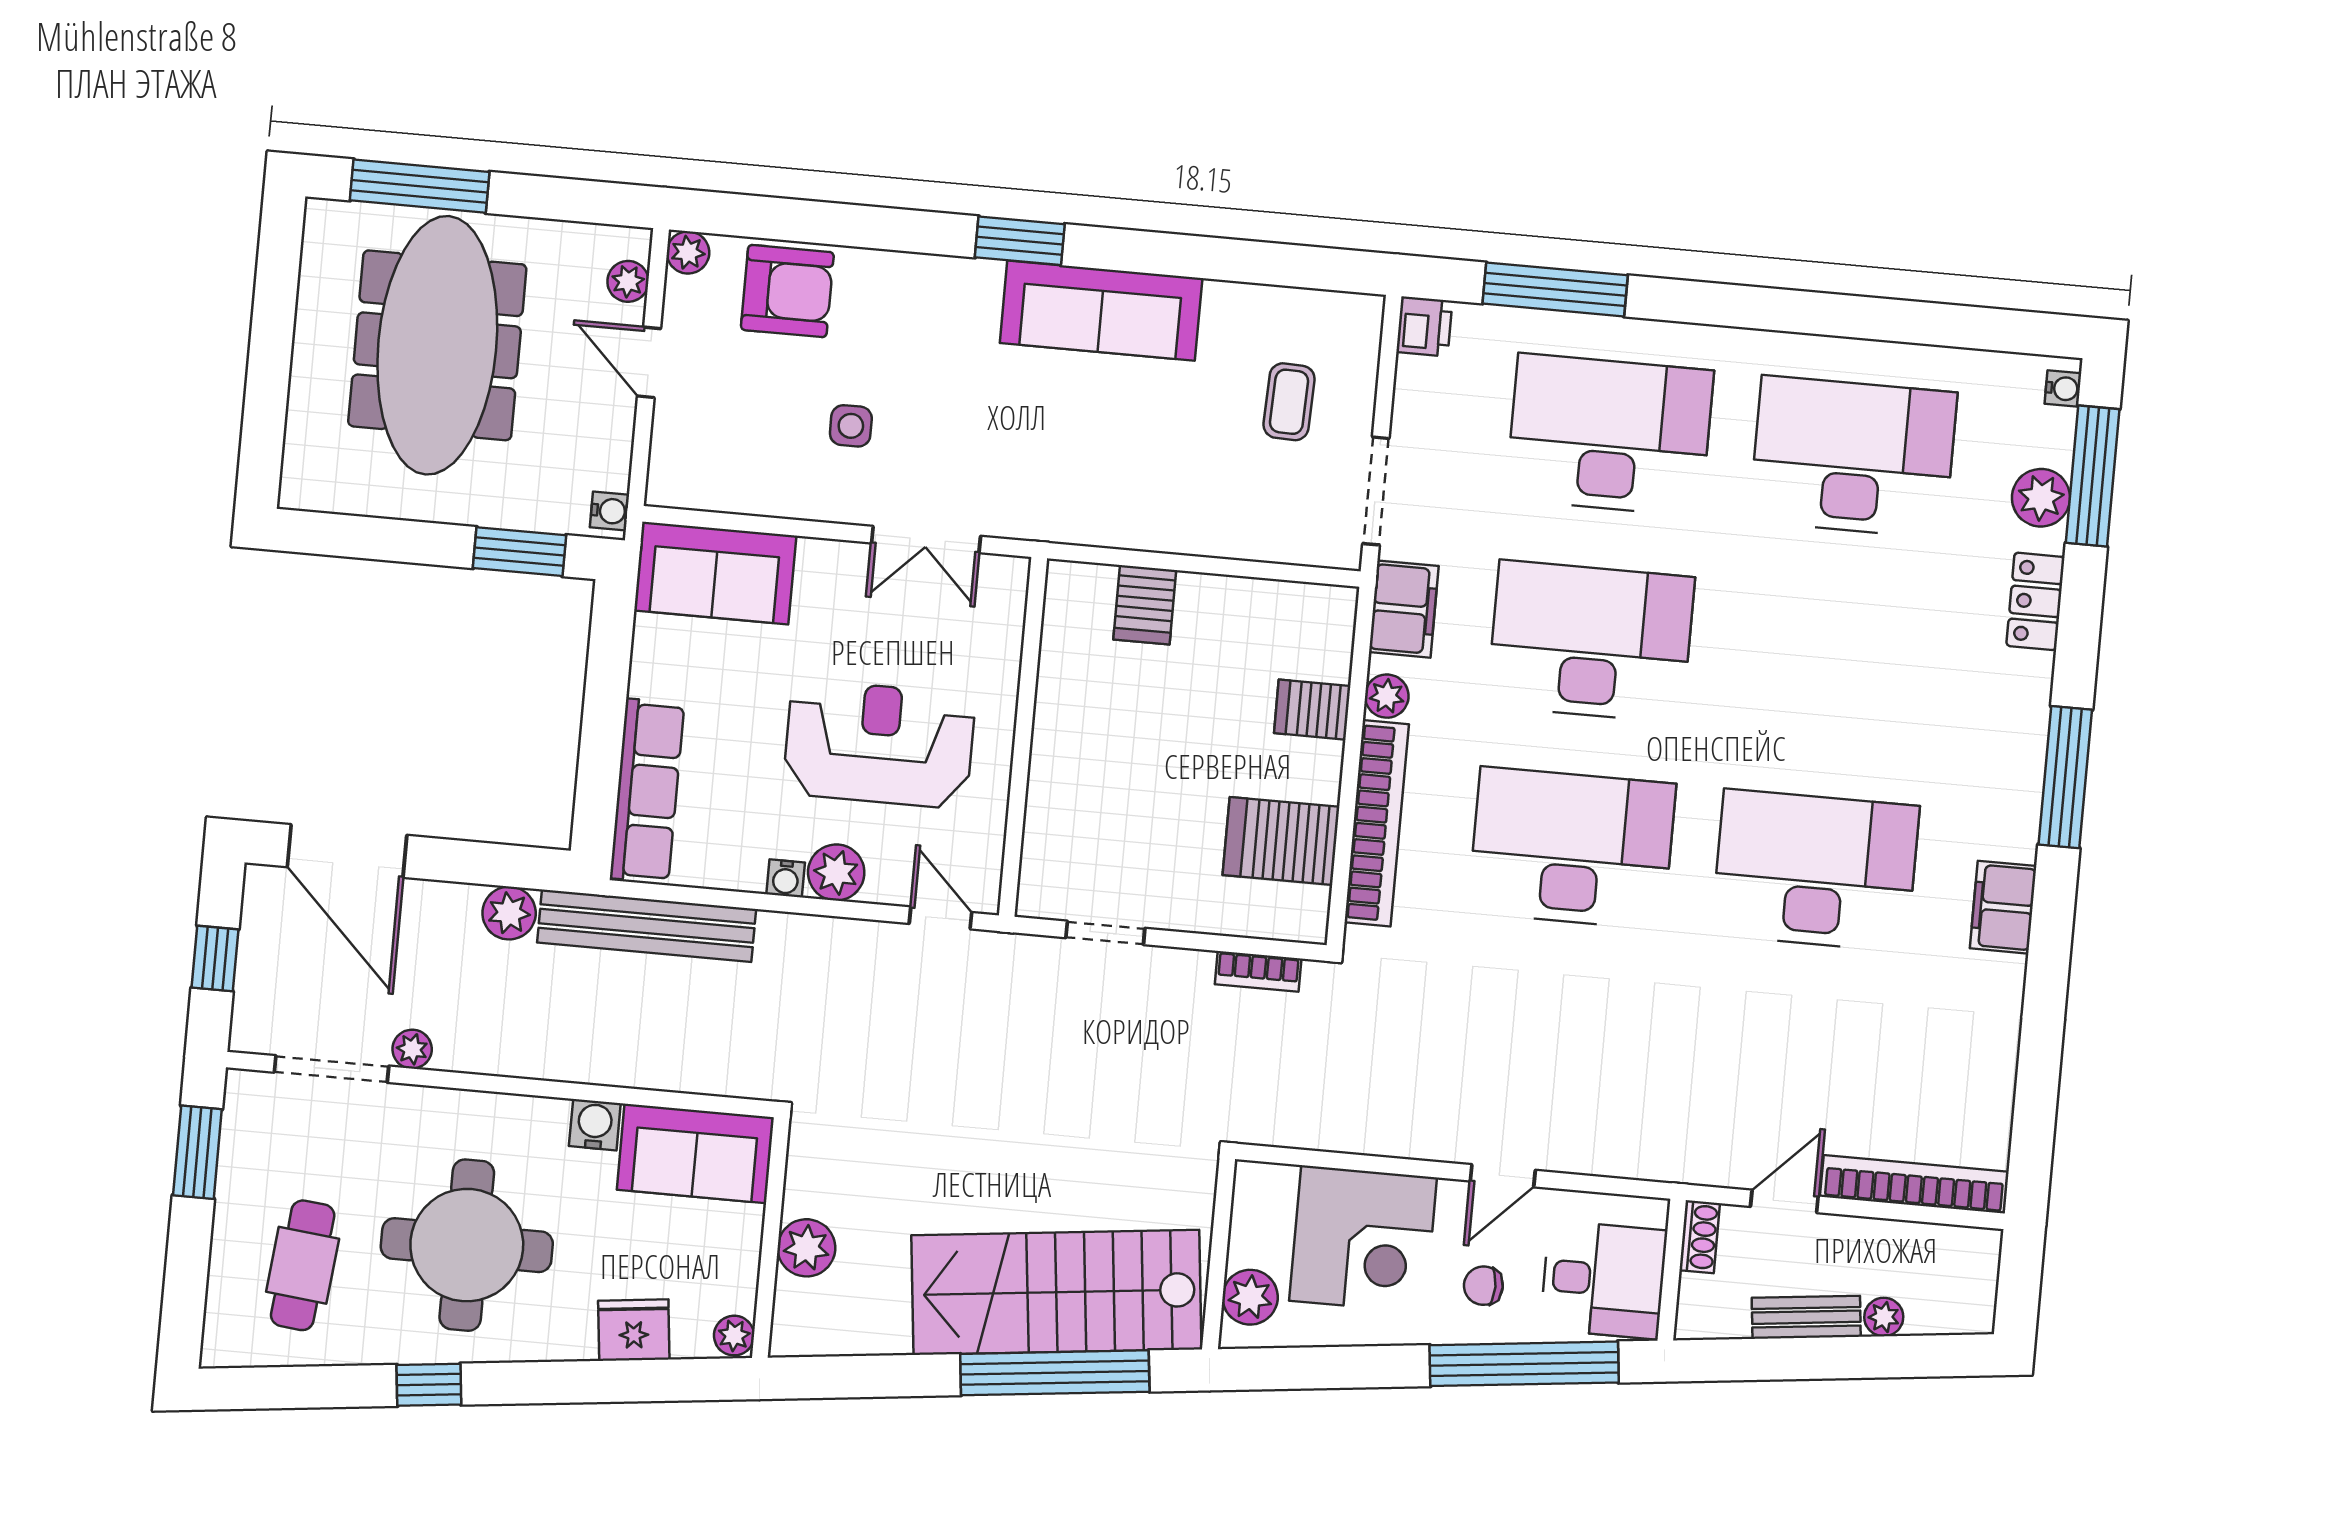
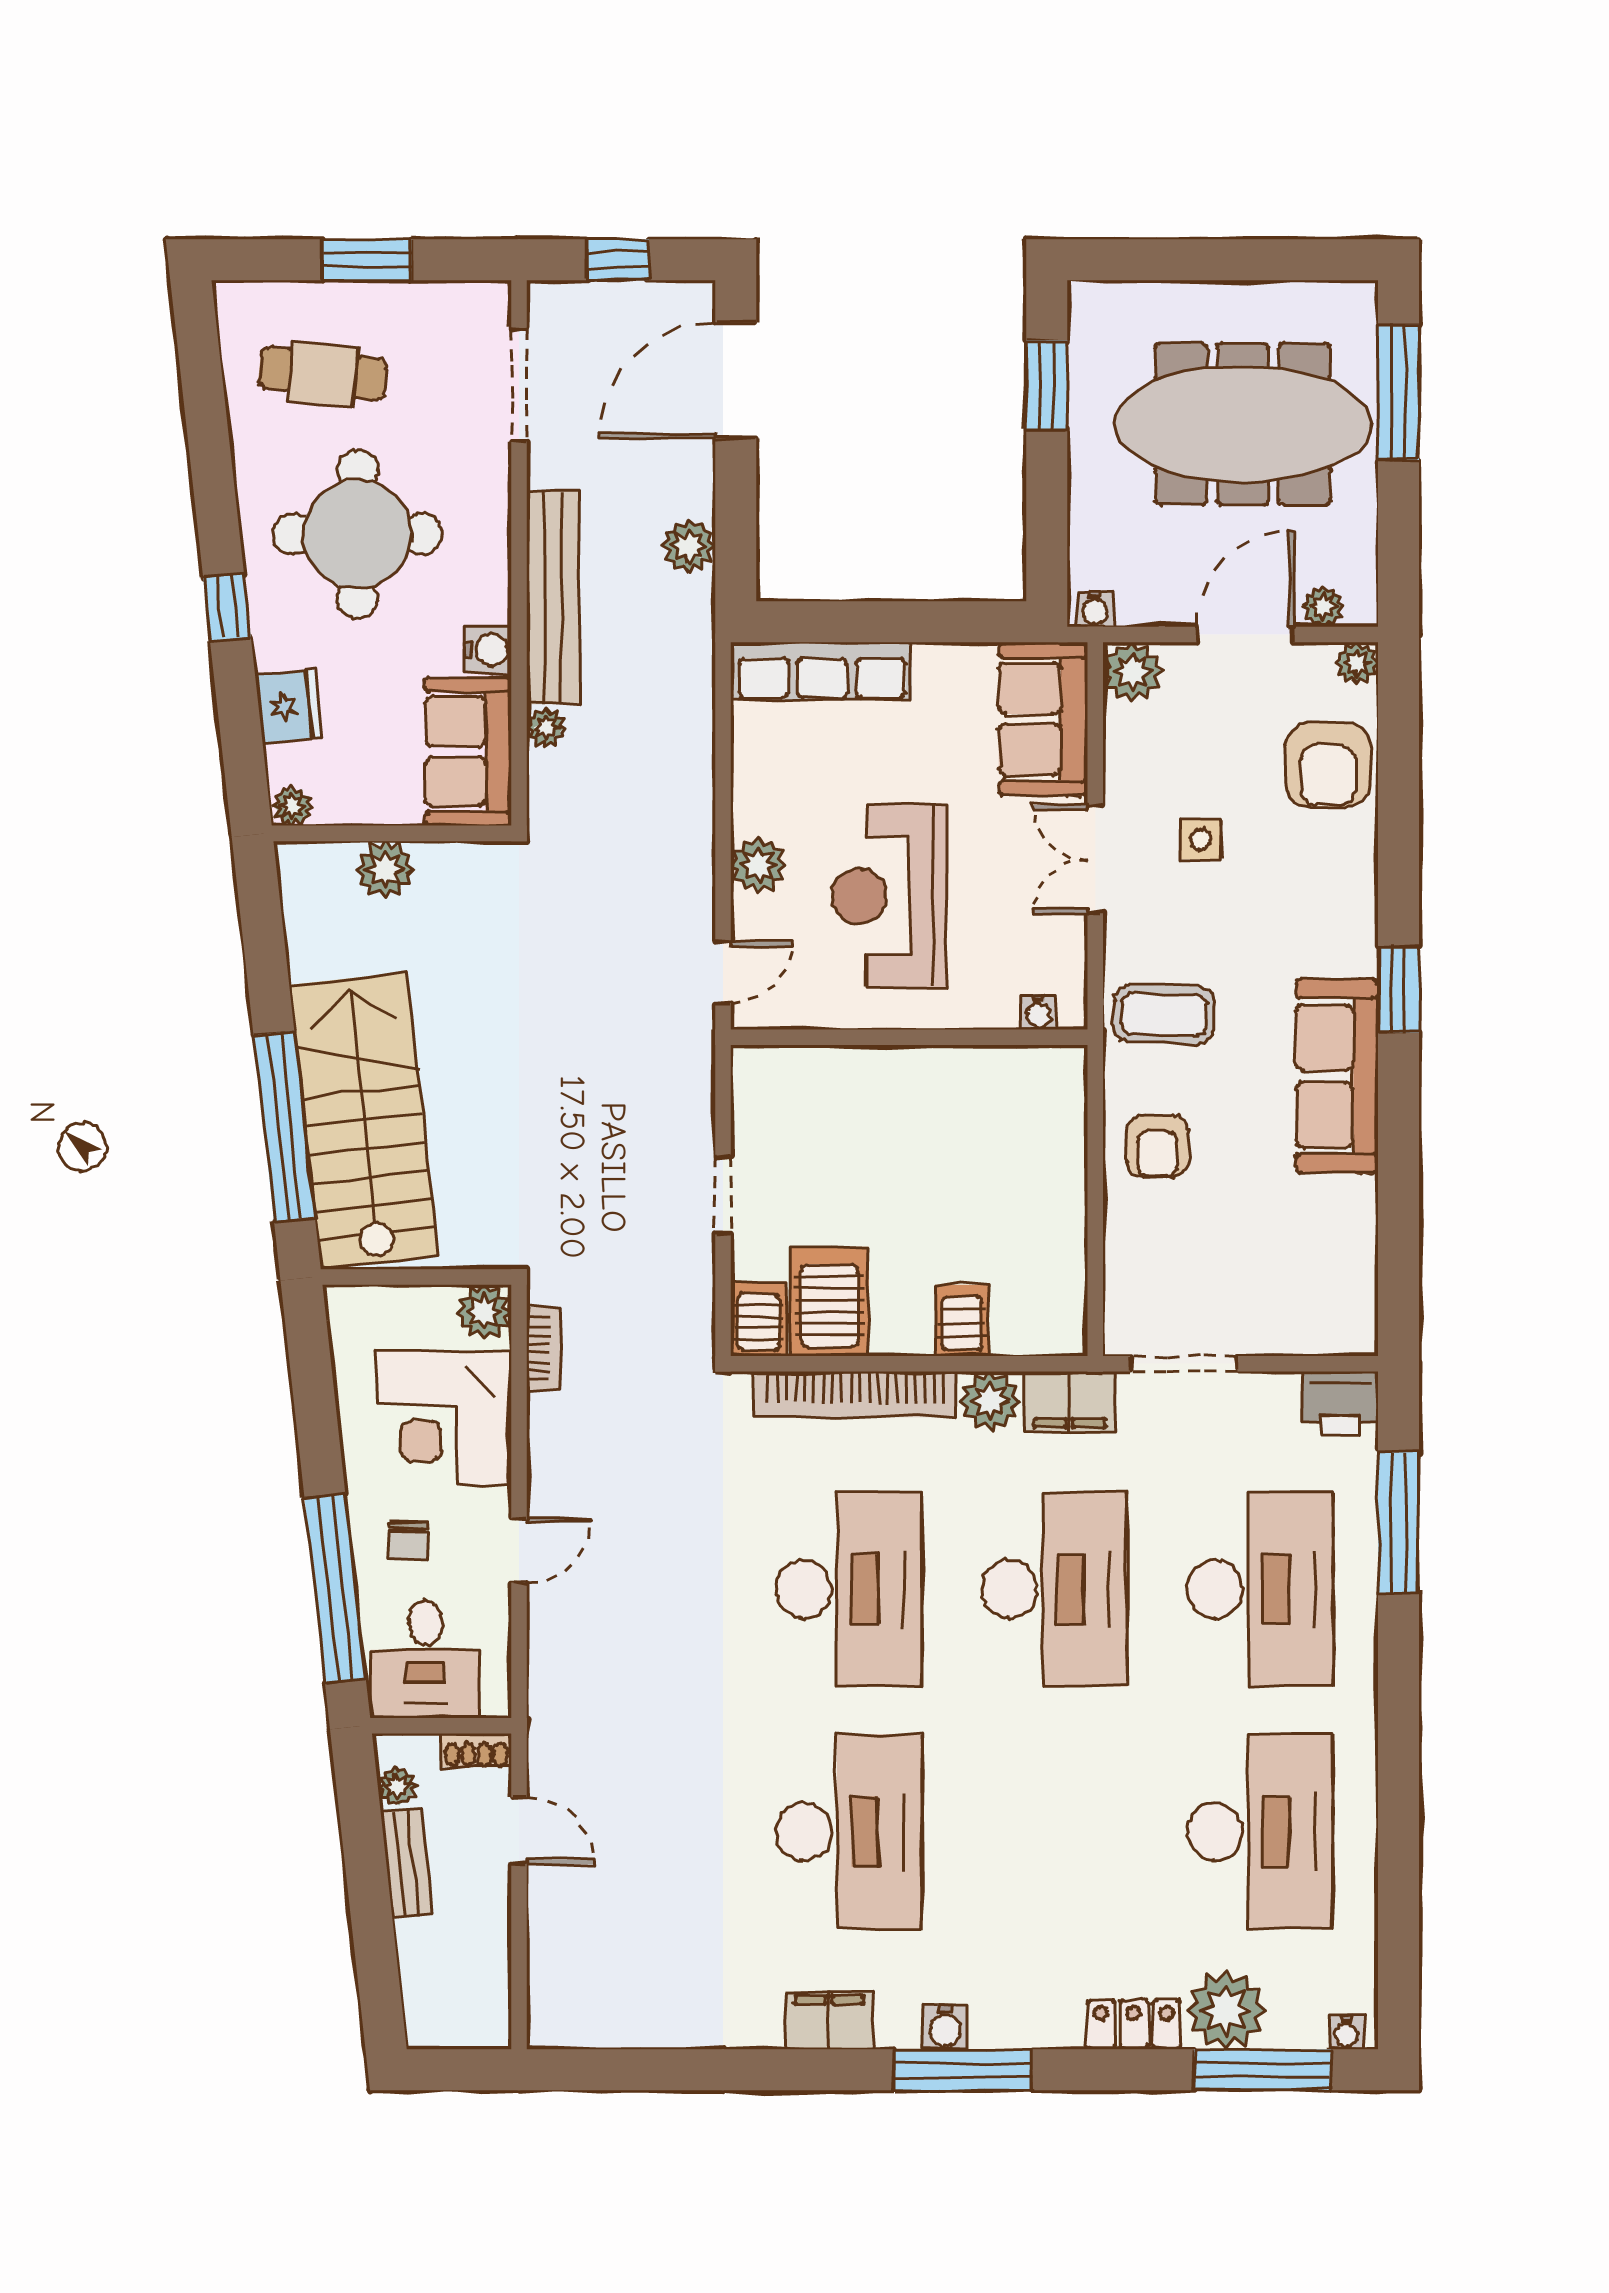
printer: (1424, 326) -> (1340, 1403), width x1.36, depth x1.24
door: (649, 362) -> (1245, 635), width x1.38
coffee table: (1289, 402) -> (1164, 1015), moved, width x1.36, depth x1.30
plant: (676, 479) -> (1132, 672), added
armchair: (1155, 497) -> (1157, 1146), added
plant: (2041, 498) -> (1226, 2010), width x1.36, depth x1.36
double door: (926, 540) -> (1095, 859), moved
window: (519, 552) -> (1047, 385), moved
server rack: (1145, 605) -> (759, 1319), moved, turned 90
plant: (1387, 696) -> (990, 1401), width x1.38, depth x1.38
reception desk: (879, 744) -> (889, 896), turned 180
water cooler: (2021, 791) -> (945, 2027), added
water cooler: (786, 878) -> (1039, 1012), moved, turned -90
bench: (647, 926) -> (553, 598), moved
doorway: (1105, 933) -> (723, 1195), moved
bookcase: (1258, 971) -> (543, 1349), moved, turned 180
plant: (412, 1049) -> (546, 728), moved
window: (197, 1152) -> (367, 260), moved
door: (1503, 1176) -> (519, 1550), swing flipped
bookcase: (1914, 1184) -> (548, 1957), removed
chair: (1483, 1286) -> (409, 1541), turned 180
plant: (1250, 1297) -> (484, 1312), moved
plant: (1884, 1317) -> (397, 1786), moved
window: (429, 1385) -> (227, 608), moved

